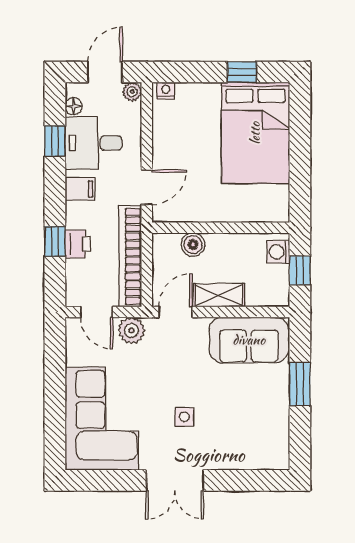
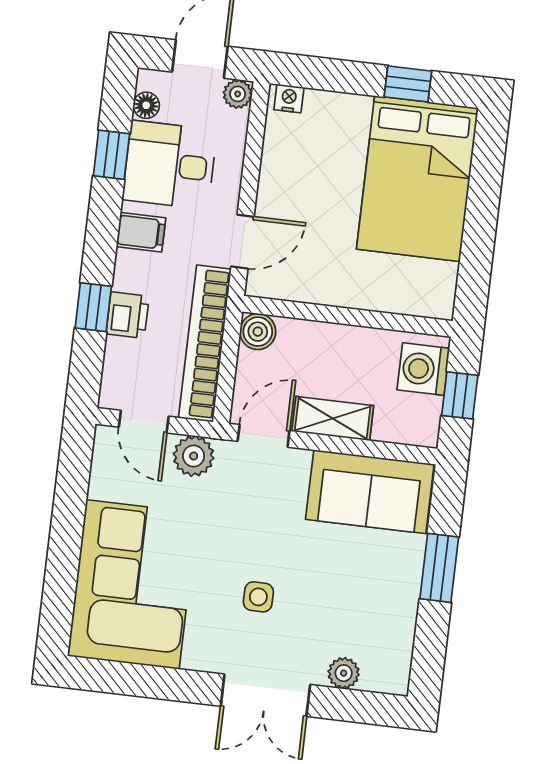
boiler: (193, 245) -> (258, 332), moved
washing machine: (278, 252) -> (423, 369), width x1.38, depth x1.38
plant: (246, 460) -> (344, 673), added
double door: (175, 480) -> (265, 695), moved

